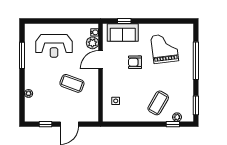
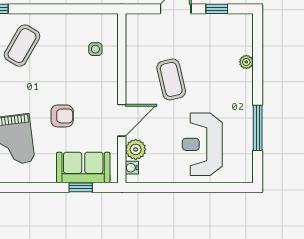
reception desk: (54, 46) -> (202, 144), turned -90
coffee table: (72, 83) -> (171, 79), turned 57

